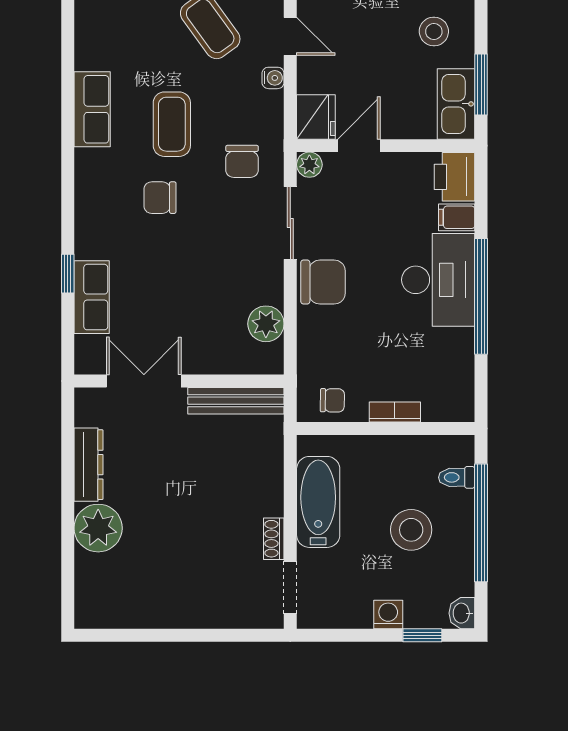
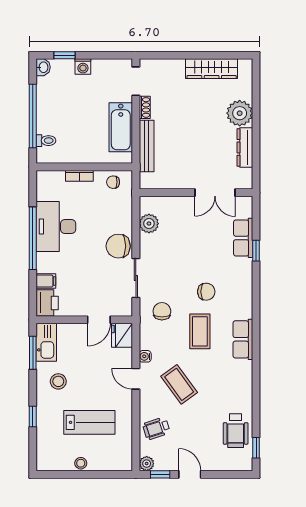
plant: (309, 165) -> (126, 309), removed
desk: (438, 280) -> (56, 227), moved
bench: (236, 401) -> (147, 146), moved, turned 90
stool: (411, 530) -> (71, 112), removed
wardrobe: (150, 610) -> (212, 69), added

